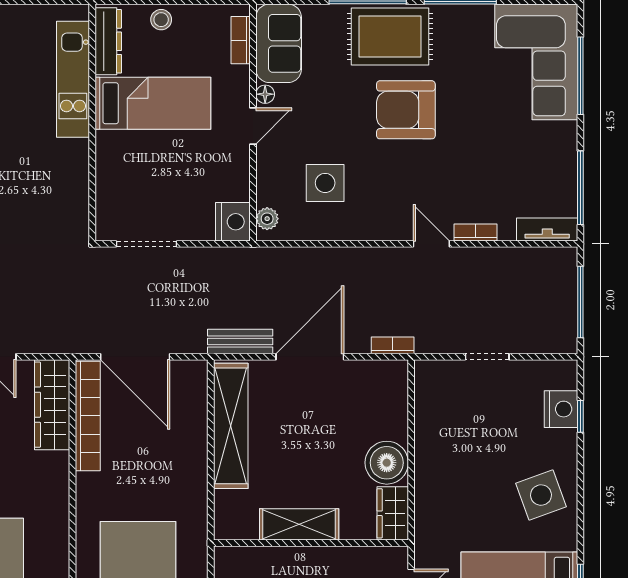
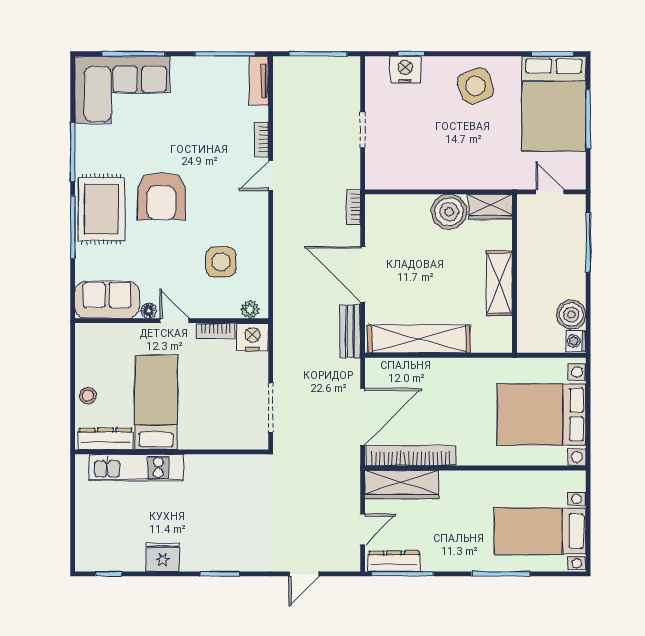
bookcase: (241, 40) -> (216, 331), moved

